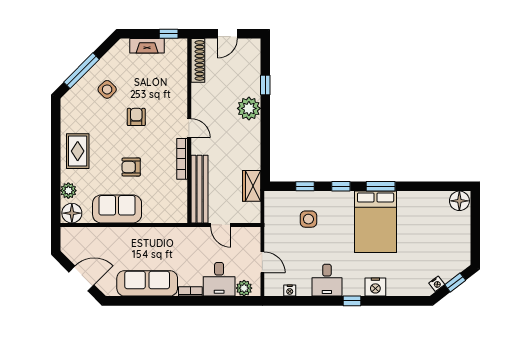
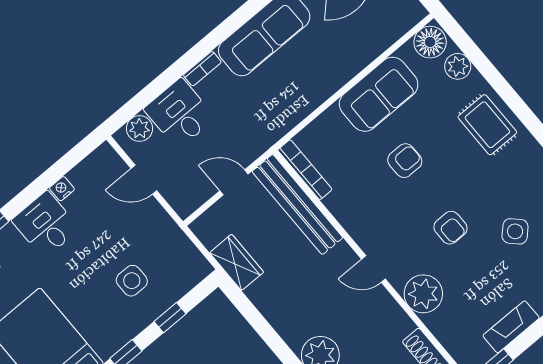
plant: (176, 96) -> (423, 294), added
bookcase: (182, 159) -> (305, 170), moved
nightstand: (290, 291) -> (62, 189), moved

